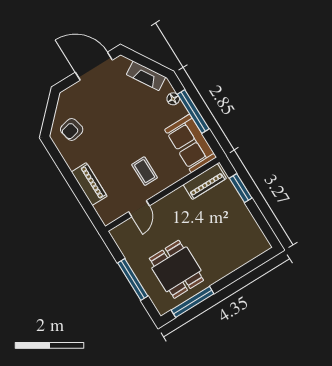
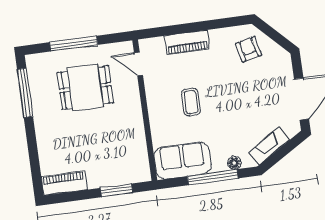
coffee table: (145, 171) -> (191, 102), moved, turned 90
piano: (205, 182) -> (64, 183), moved, turned 90
door: (139, 209) -> (138, 64), moved
dining table: (176, 269) -> (85, 88), moved

